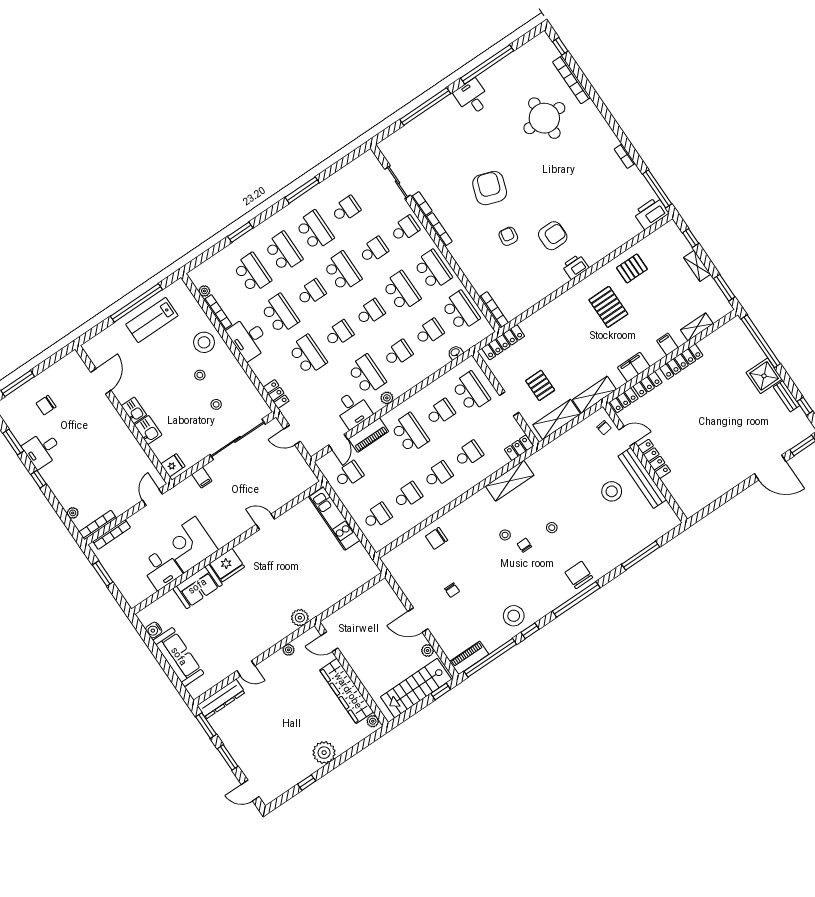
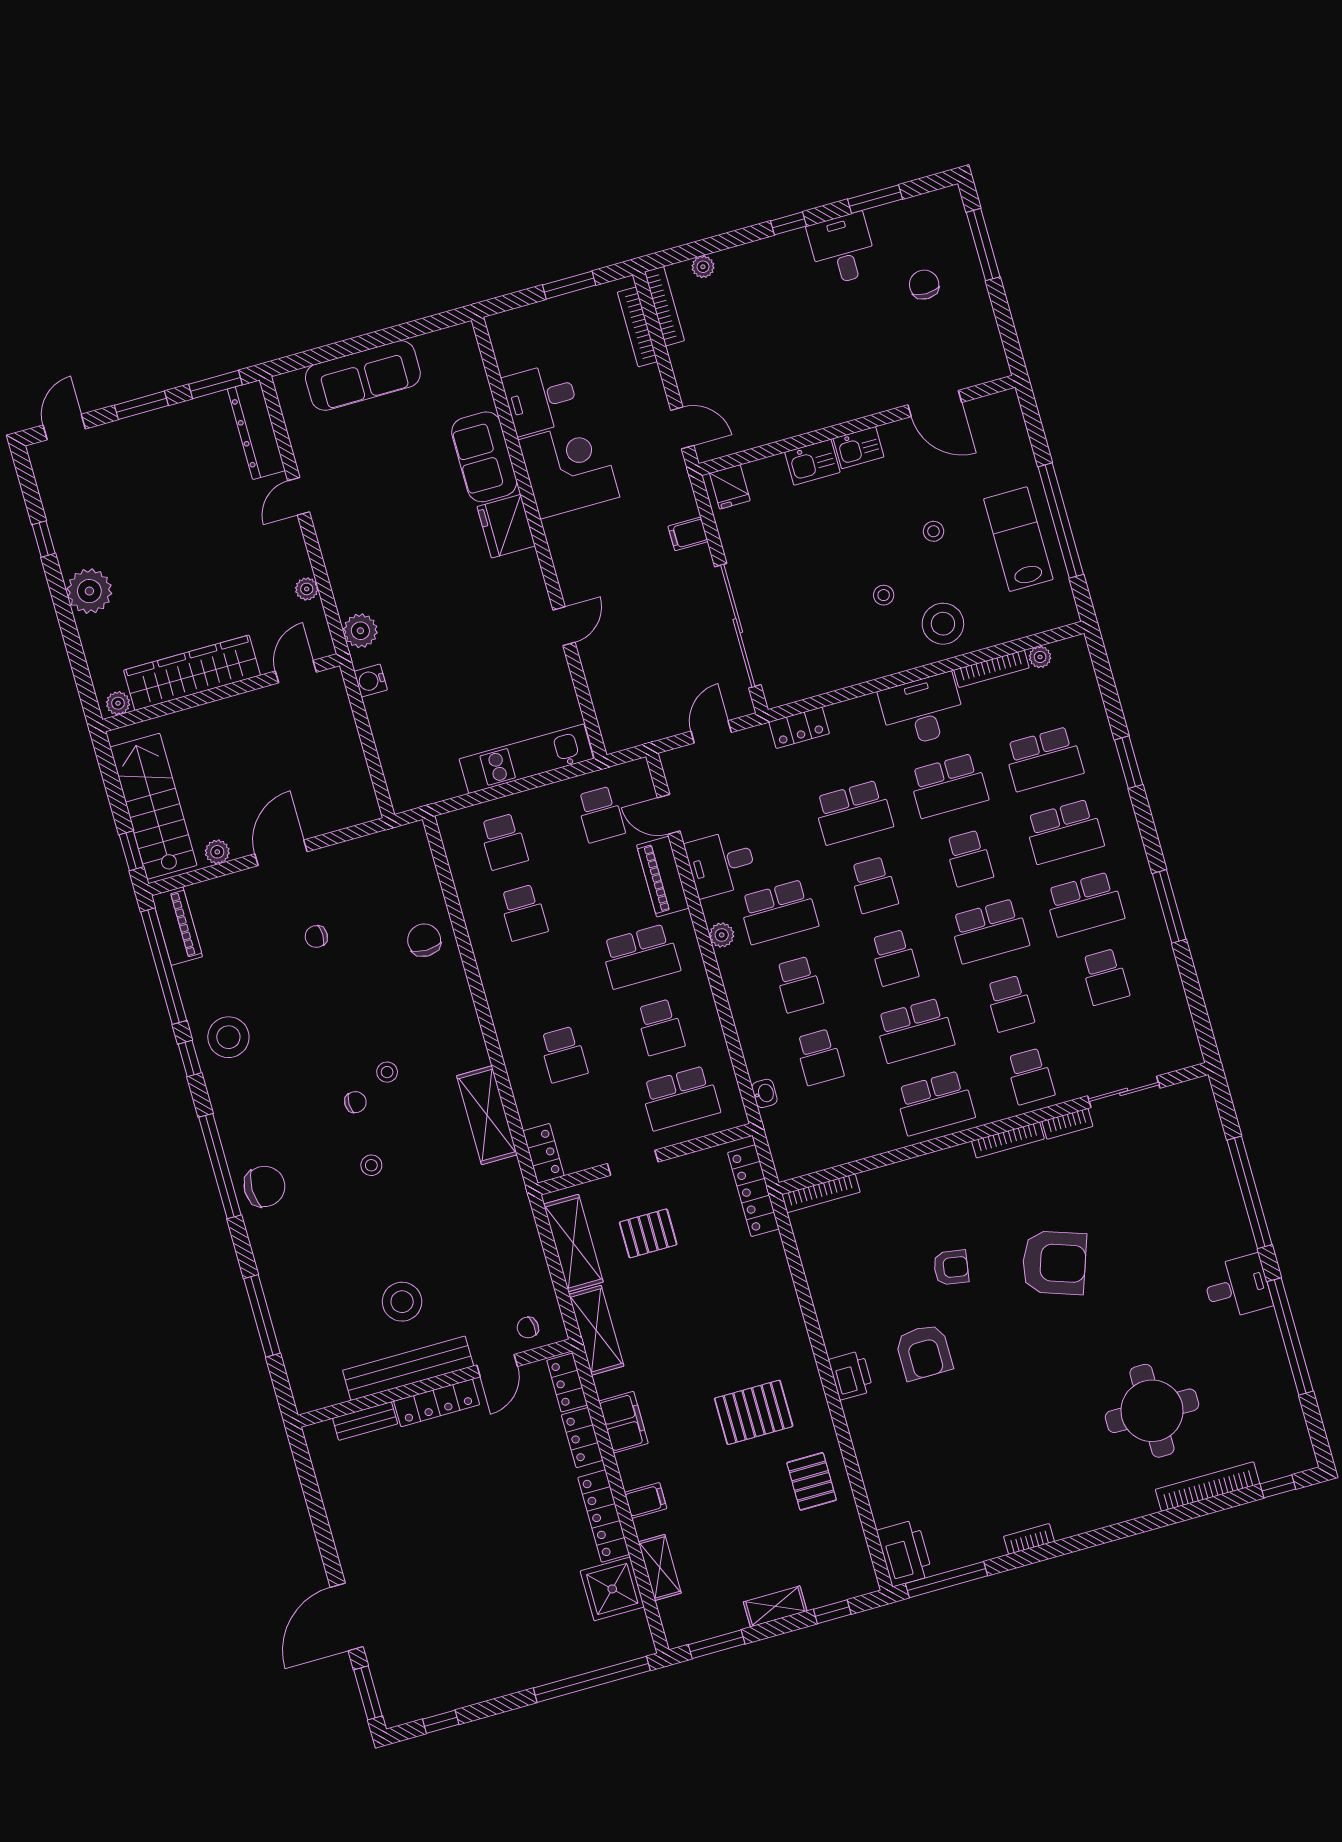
school desk: (461, 311) -> (840, 1130), removed
shower: (764, 376) -> (612, 1589), moved
bench: (787, 396) -> (365, 1421), moved
stool: (216, 404) -> (934, 531), moved
school desk: (438, 475) -> (543, 983), removed
water cooler: (154, 630) -> (371, 681), moved, turned -90

